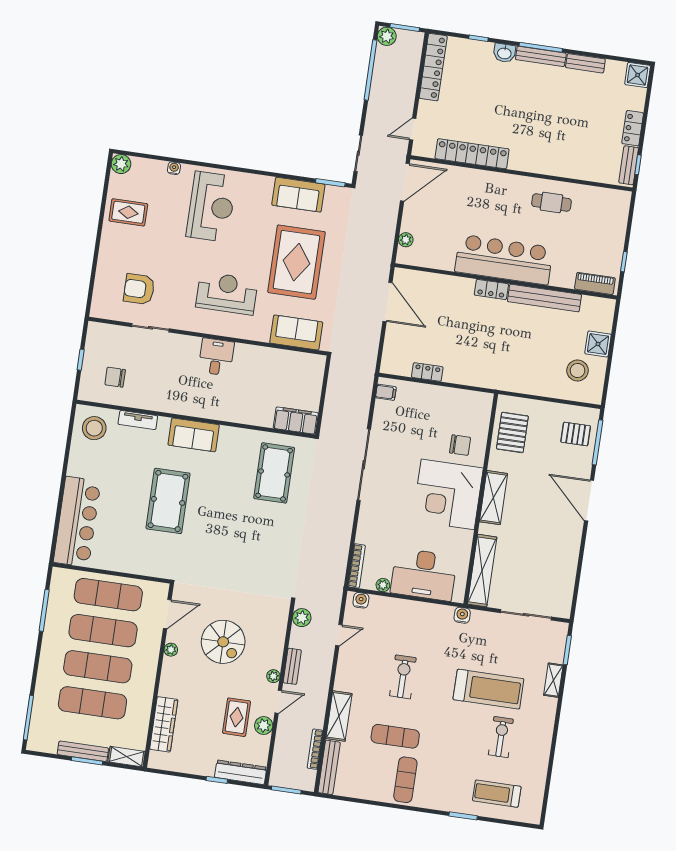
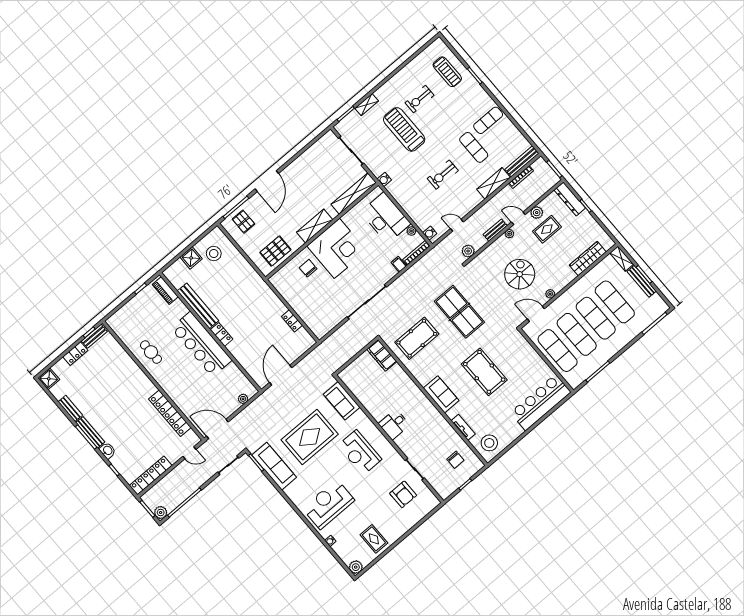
sofa: (298, 195) -> (274, 466), width x1.36
filing cabinet: (386, 392) -> (399, 264), moved
pool table: (168, 501) -> (484, 372), turned 90
table tennis table: (253, 543) -> (459, 312), added

